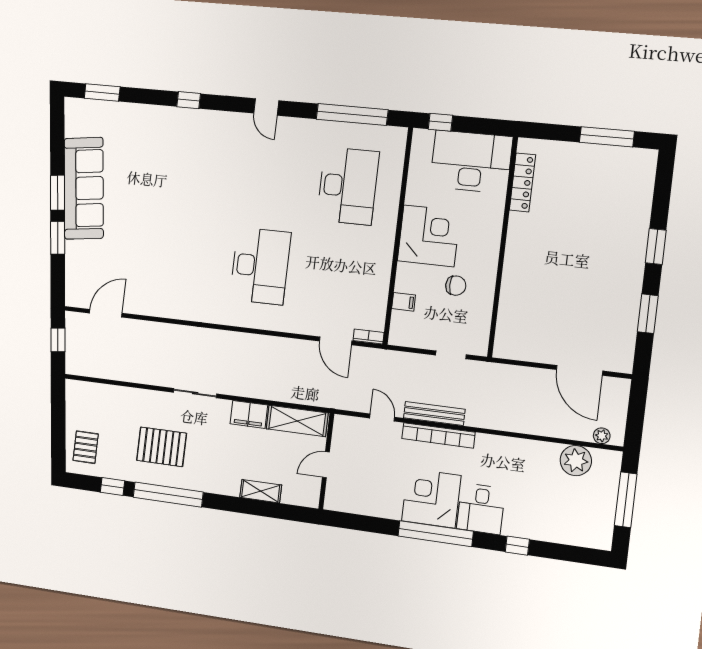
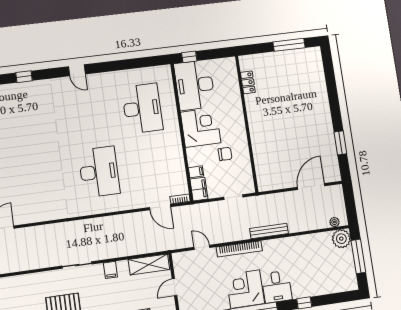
window: (352, 114) -> (133, 64), removed
desk: (471, 162) -> (195, 85), moved, turned -90
locker: (522, 182) -> (248, 82), width x0.66
window: (656, 247) -> (334, 103), removed
filing cabinet: (401, 329) -> (199, 189), added
door: (579, 370) -> (311, 186), swing flipped
filing cabinet: (249, 414) -> (110, 270), width x0.50
bench: (434, 414) -> (269, 231), moved
plant: (576, 461) -> (341, 239), moved

